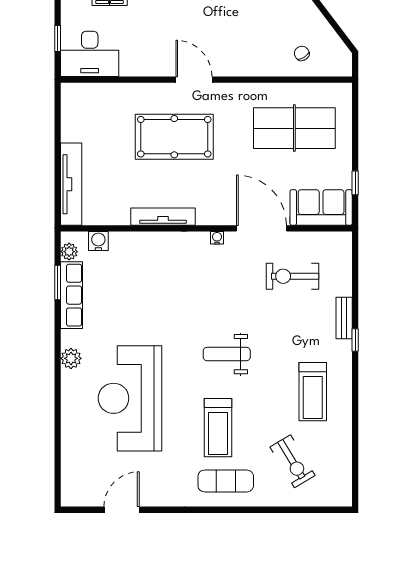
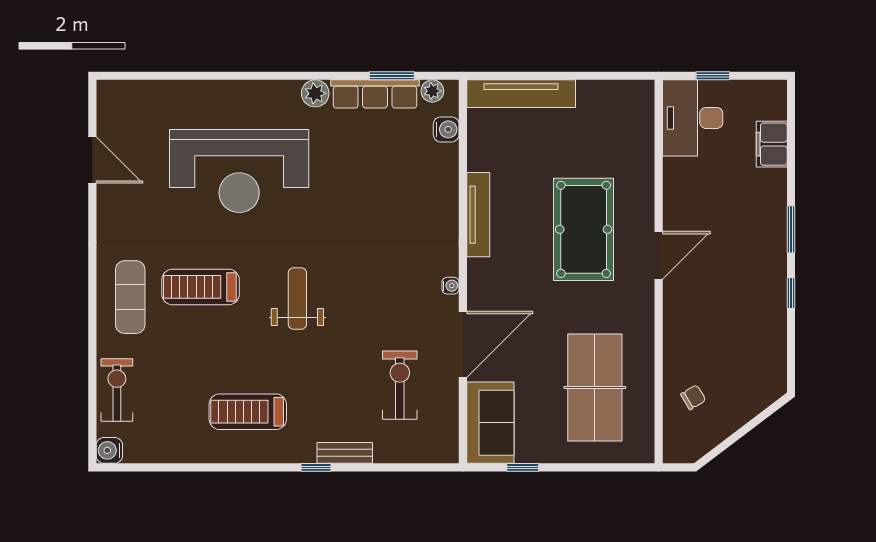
plant: (71, 358) -> (315, 93), moved
reception desk: (130, 398) -> (239, 171), turned 180
exercise bike: (293, 461) -> (117, 390), moved, turned 121
water cooler: (342, 497) -> (109, 450), added

